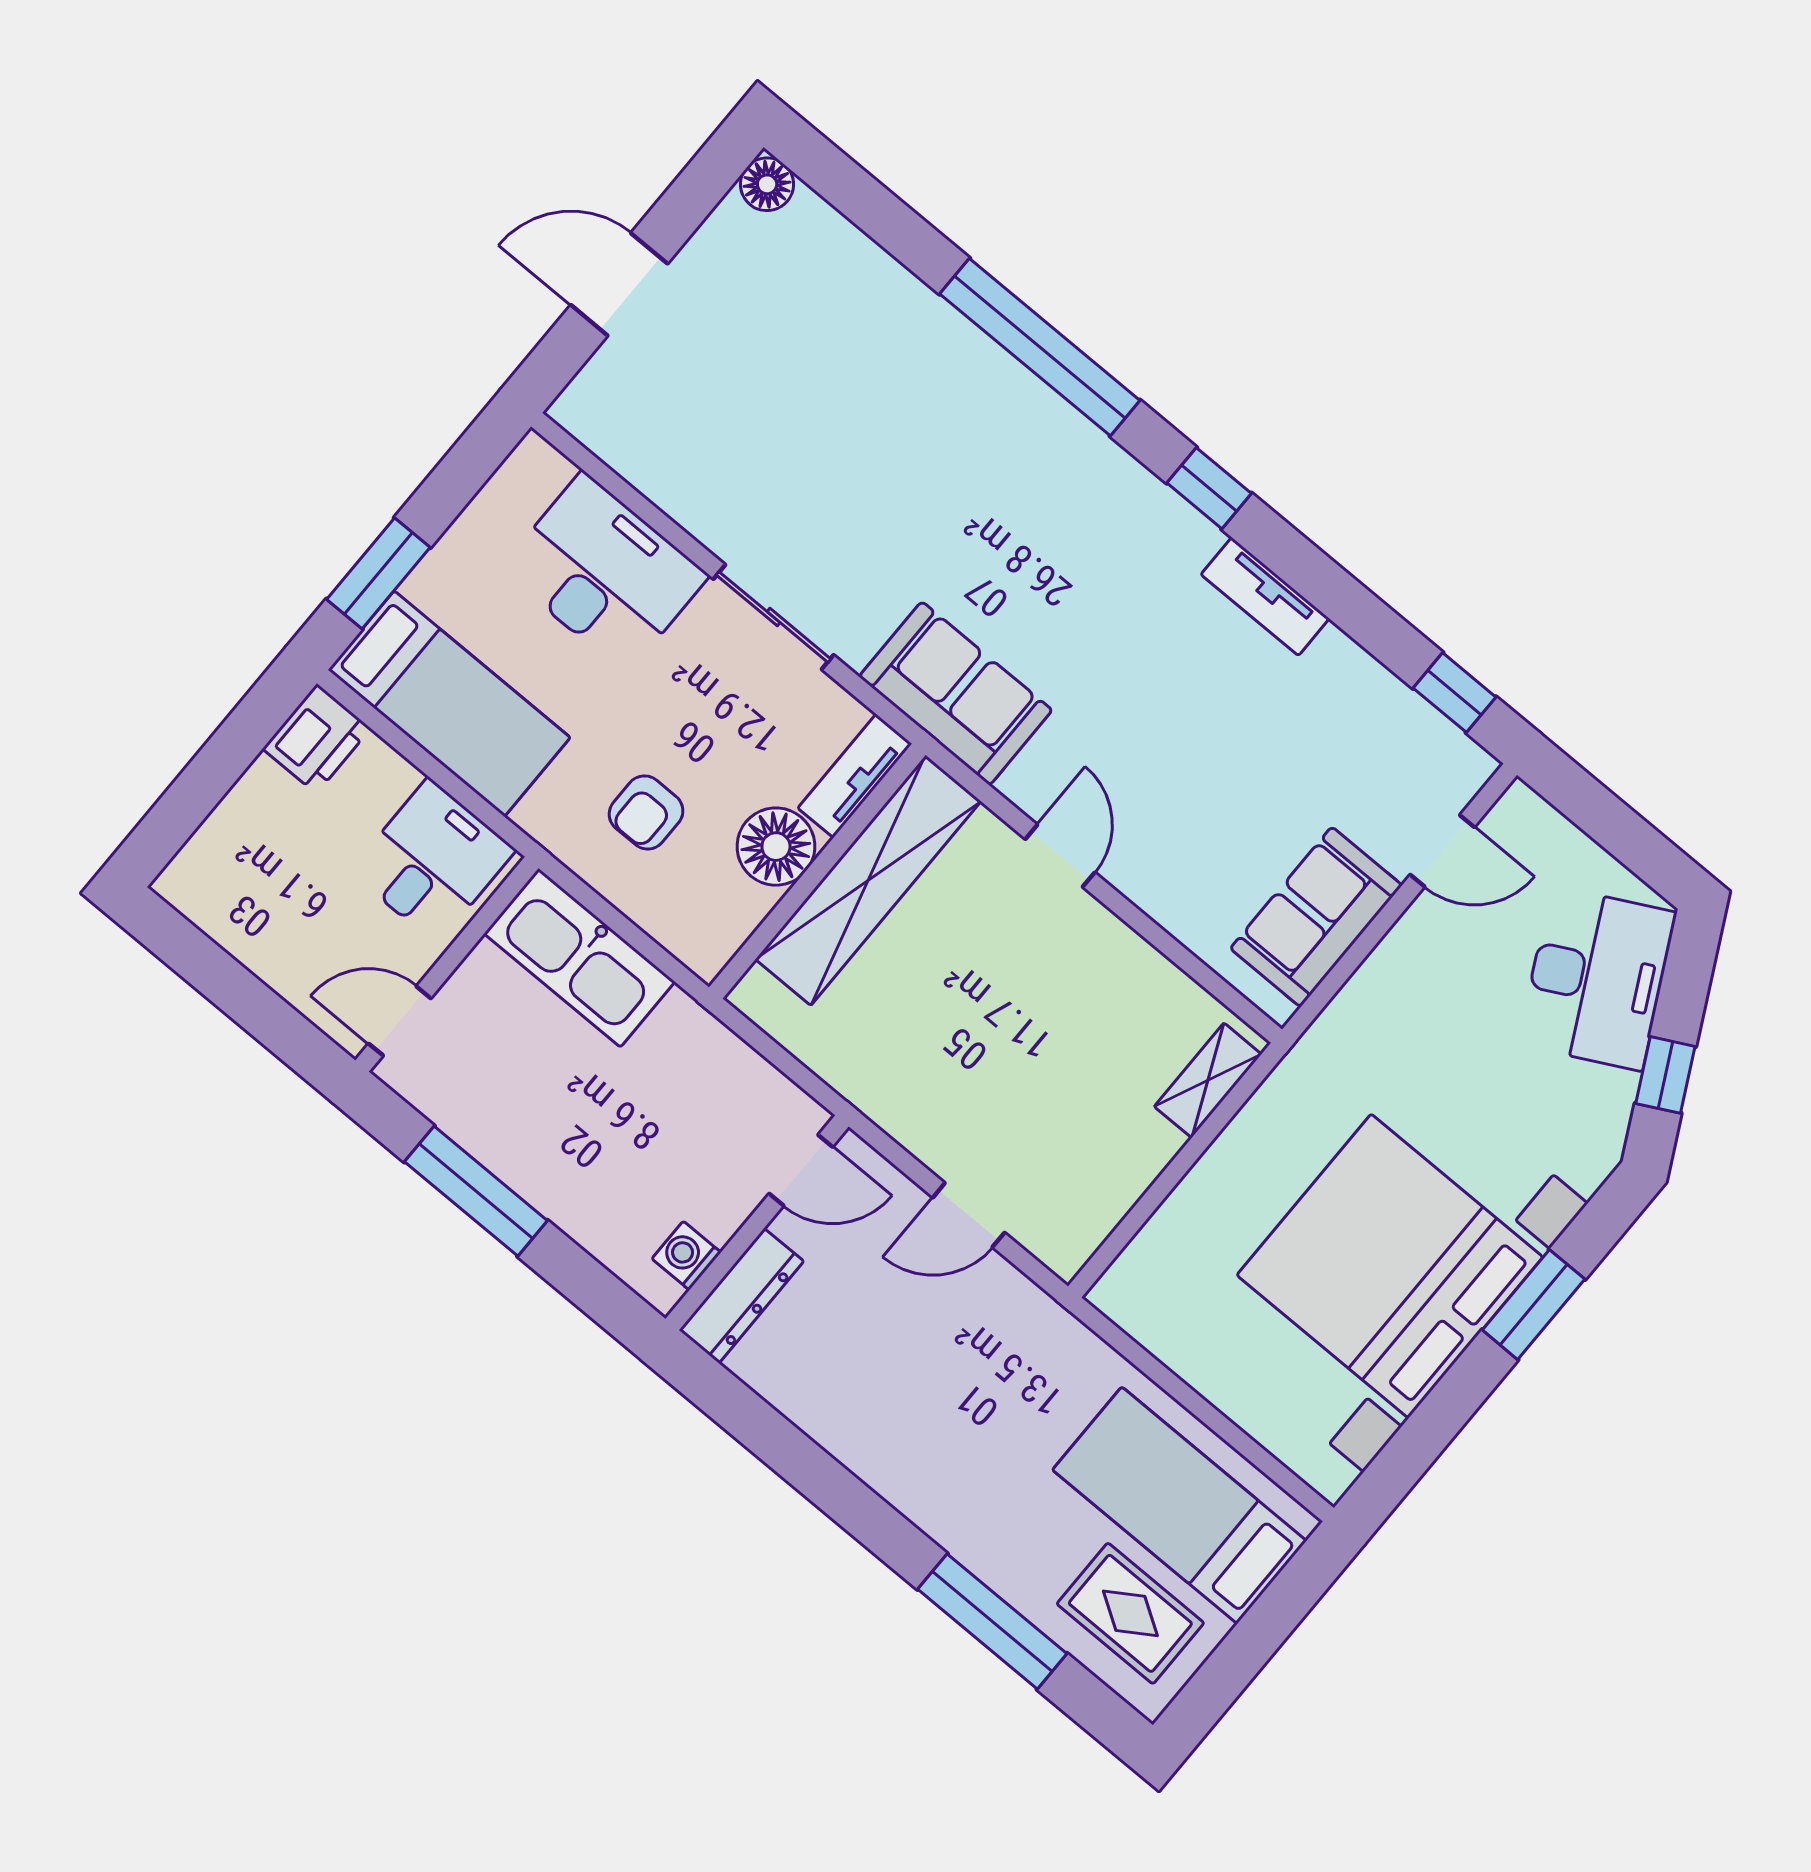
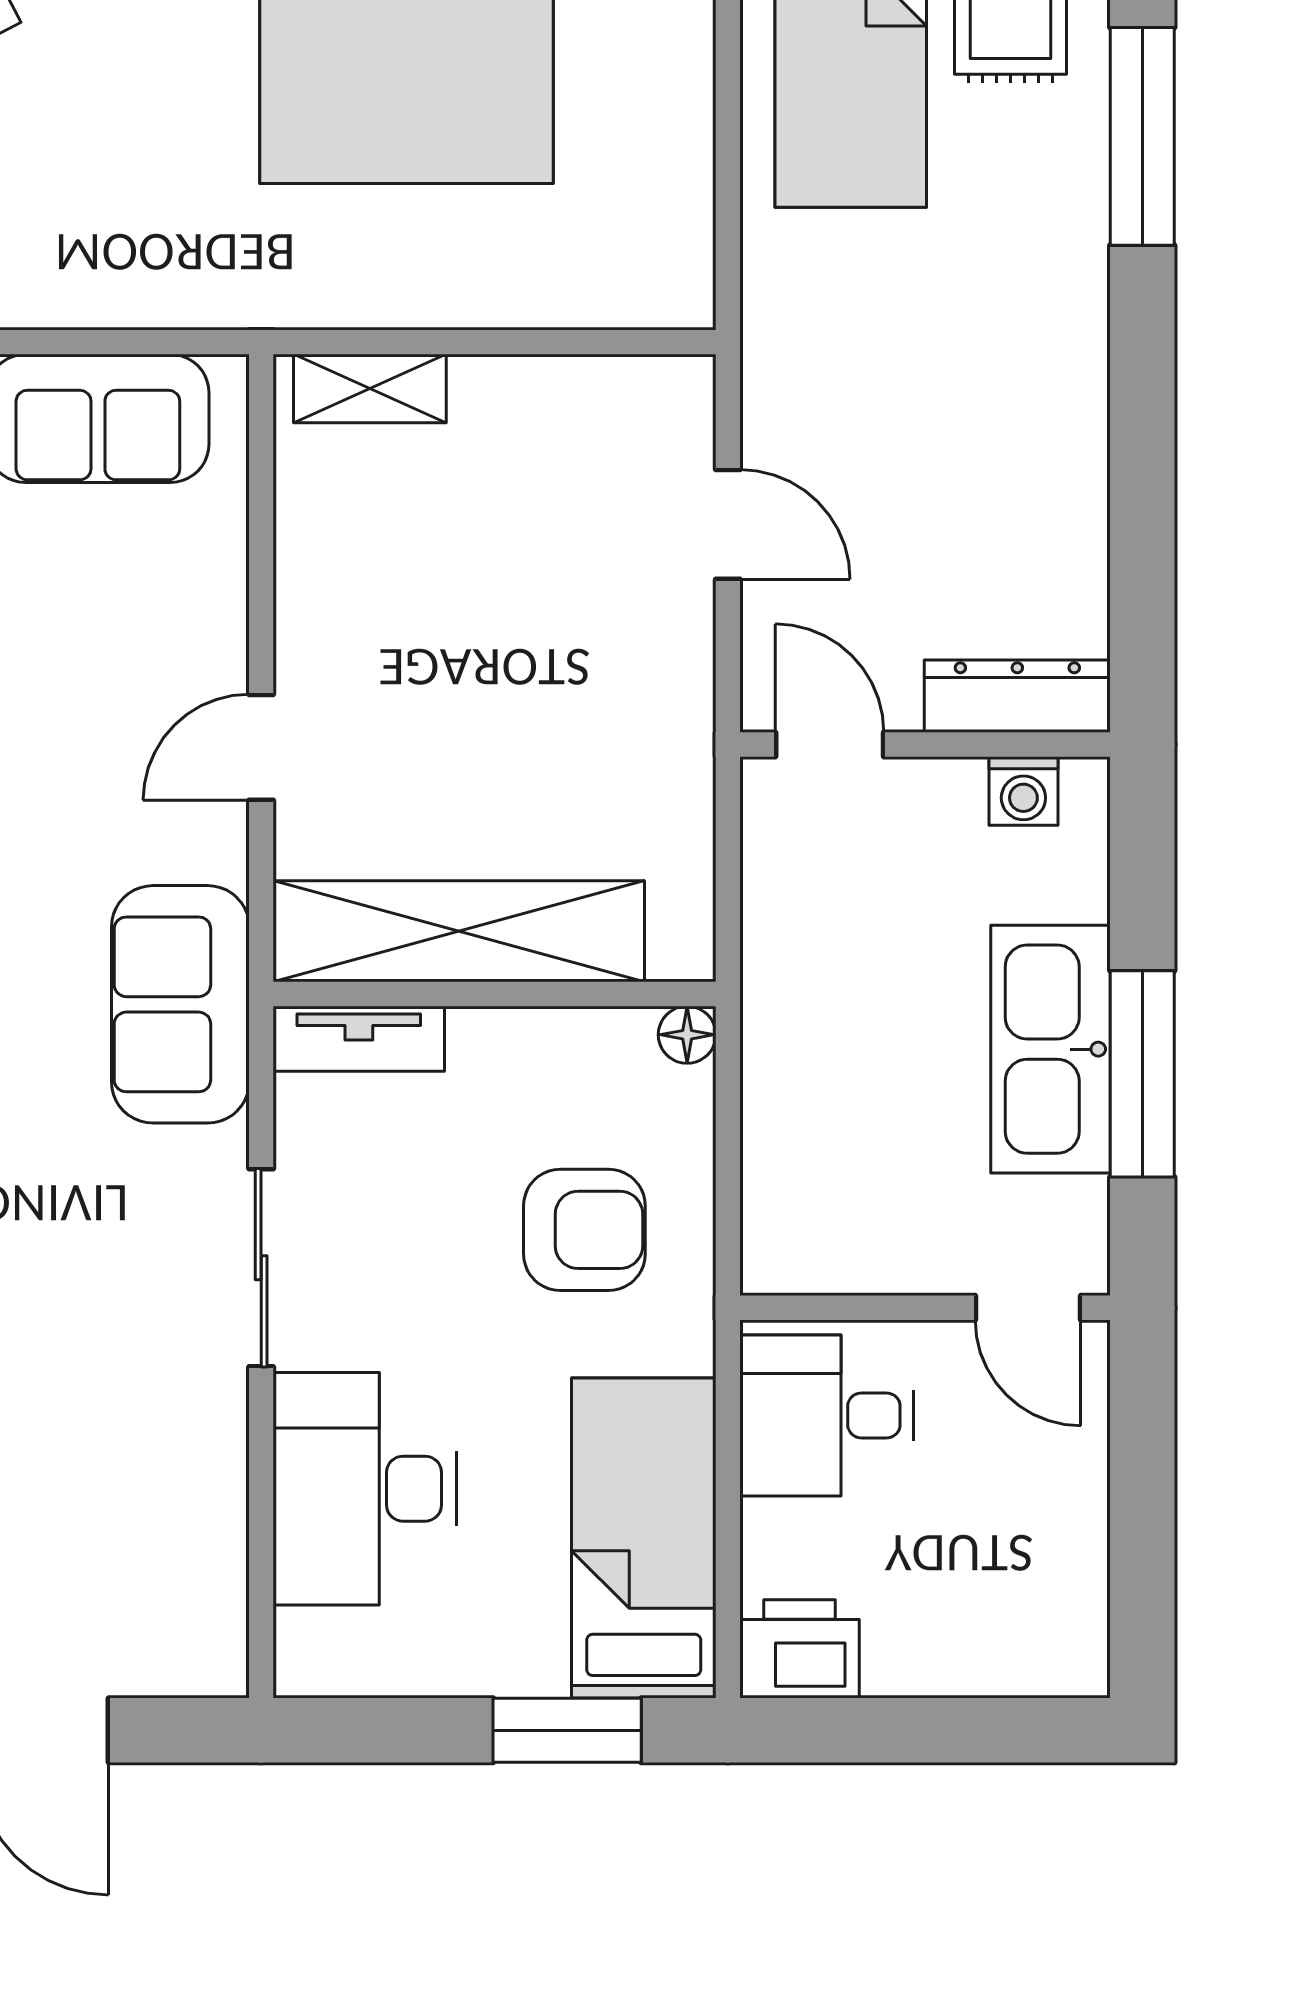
armchair: (646, 812) -> (584, 1230), width x1.38, depth x1.38
floor lamp: (776, 847) -> (687, 1035), moved, width x0.53, depth x0.53
kitchen sink: (579, 958) -> (1051, 1049), moved, turned 180

